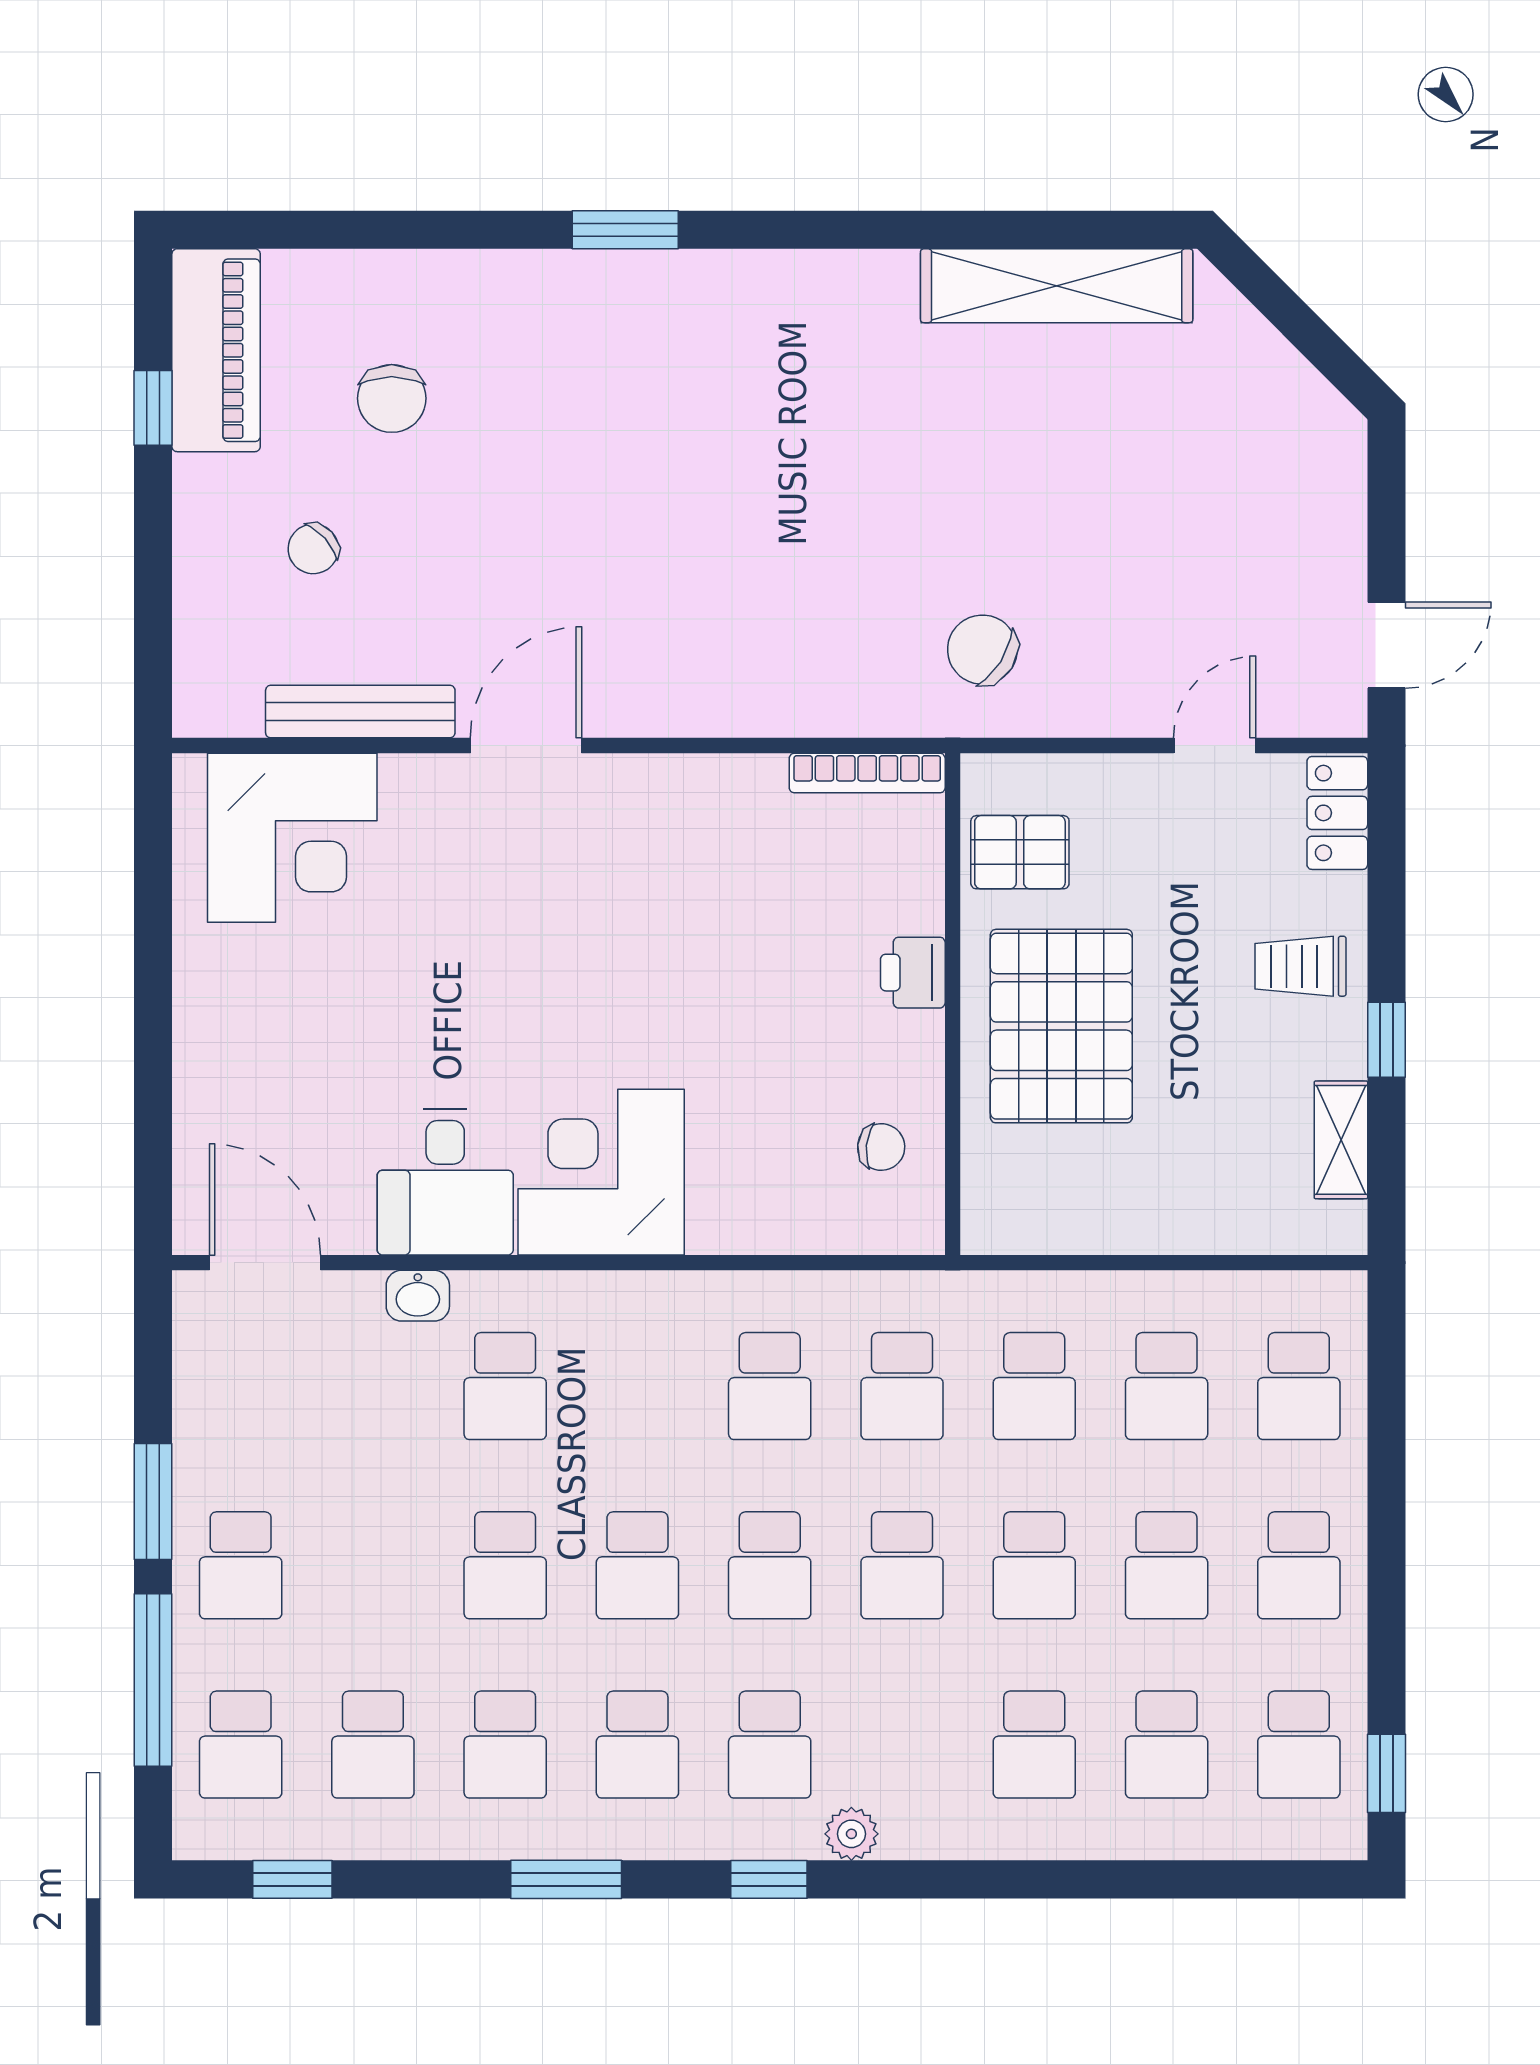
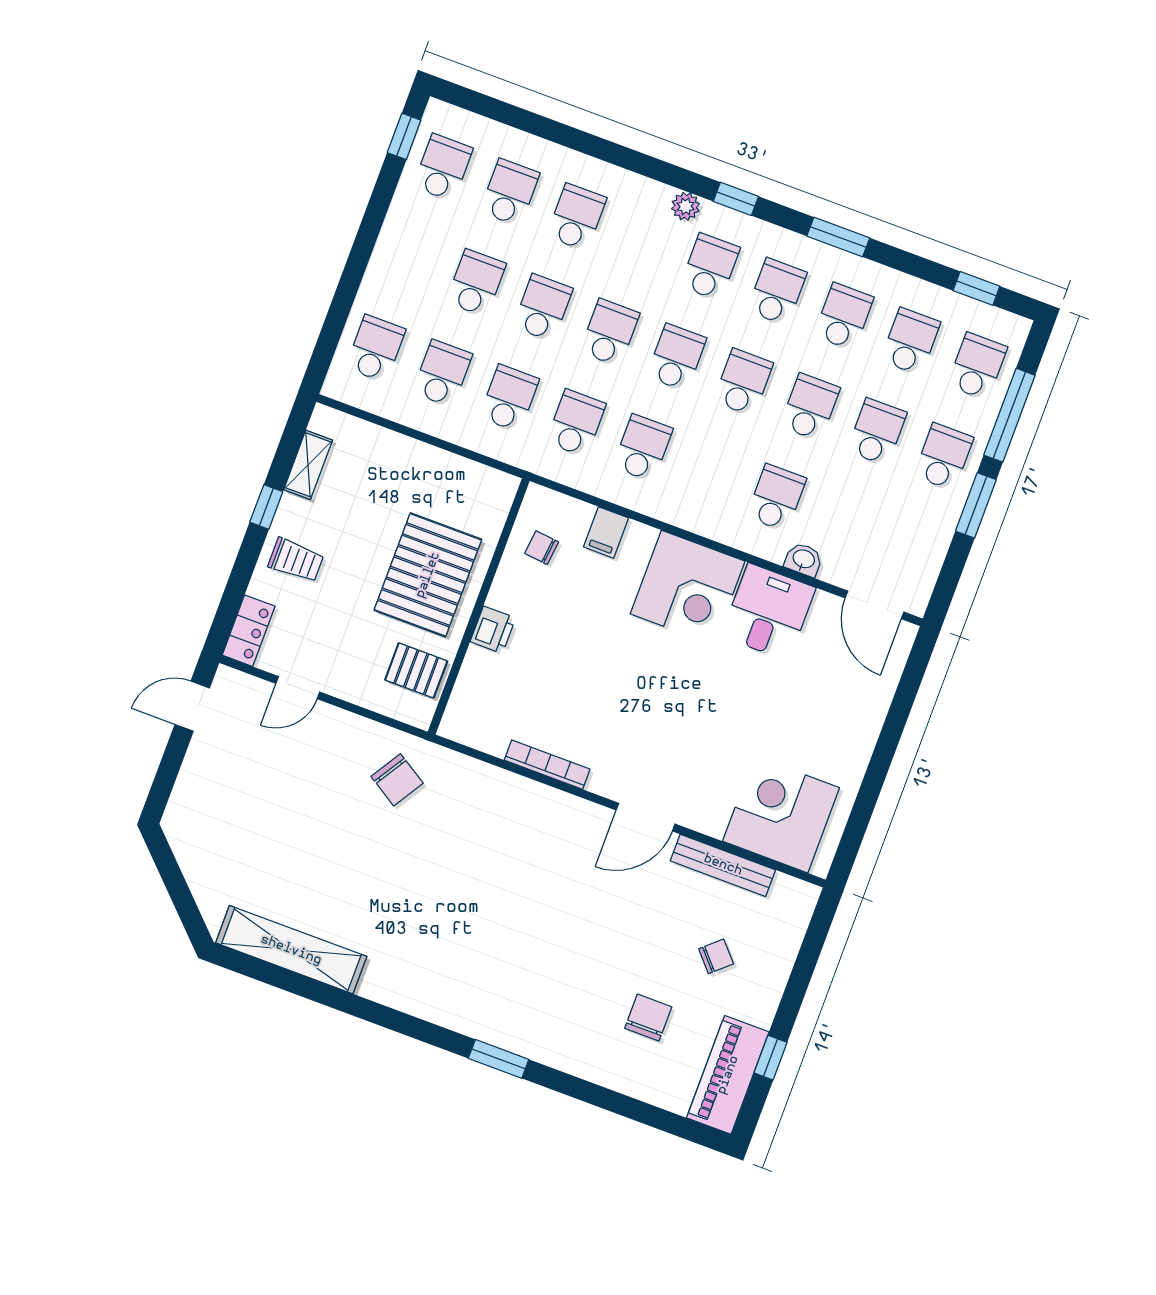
bookcase: (867, 773) -> (547, 765), moved
filing cabinet: (779, 1215) -> (606, 532), added
school desk: (1299, 1565) -> (877, 432), moved

